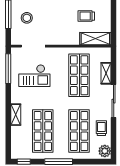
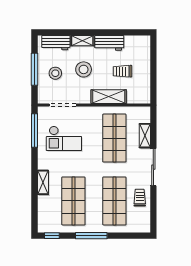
stool: (52, 15) -> (84, 69), added
shelving: (95, 39) -> (109, 97), moved
plant: (105, 151) -> (143, 224), removed

